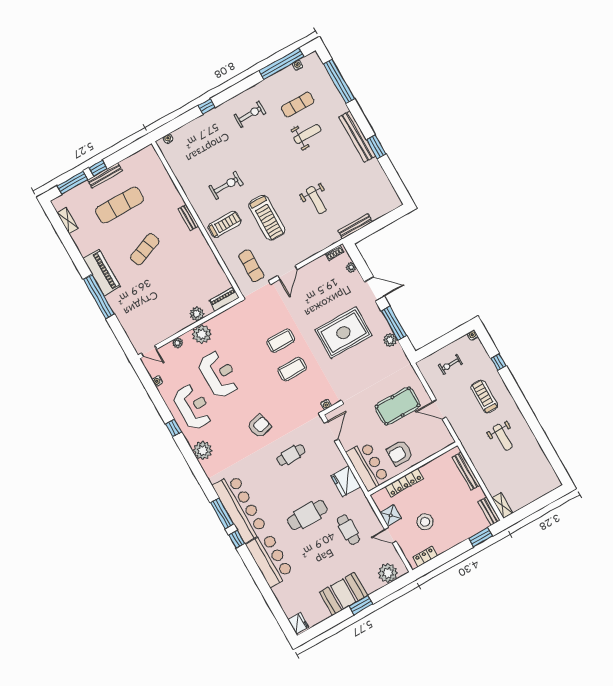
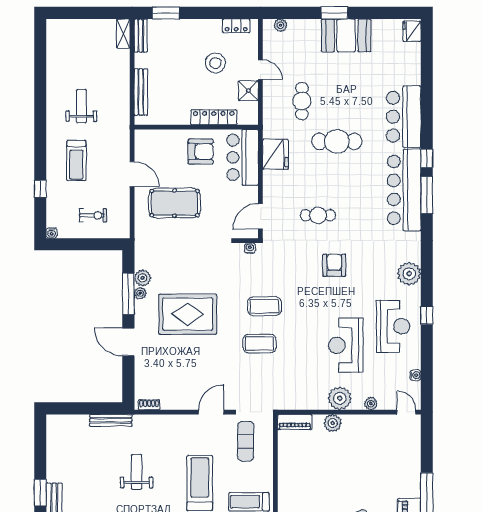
plant: (351, 267) -> (140, 293), moved
reception desk: (193, 407) -> (393, 326), turned 180
armchair: (259, 426) -> (334, 265), turned 103
plant: (388, 573) -> (280, 25), width x0.53, depth x0.53

